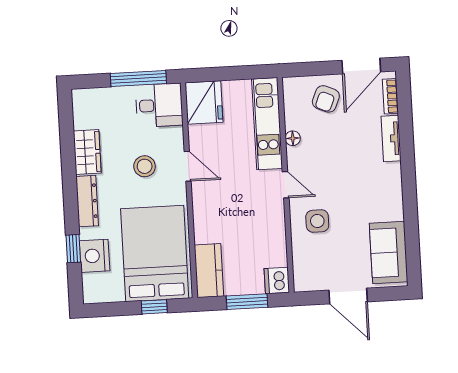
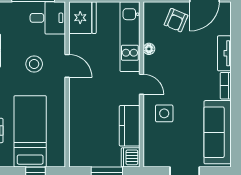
bookcase: (390, 96) -> (226, 86), moved
sofa: (389, 253) -> (218, 132), width x1.36
bed: (155, 254) -> (30, 131), width x0.67
kitchen counter: (209, 271) -> (130, 126), moved, turned 180

